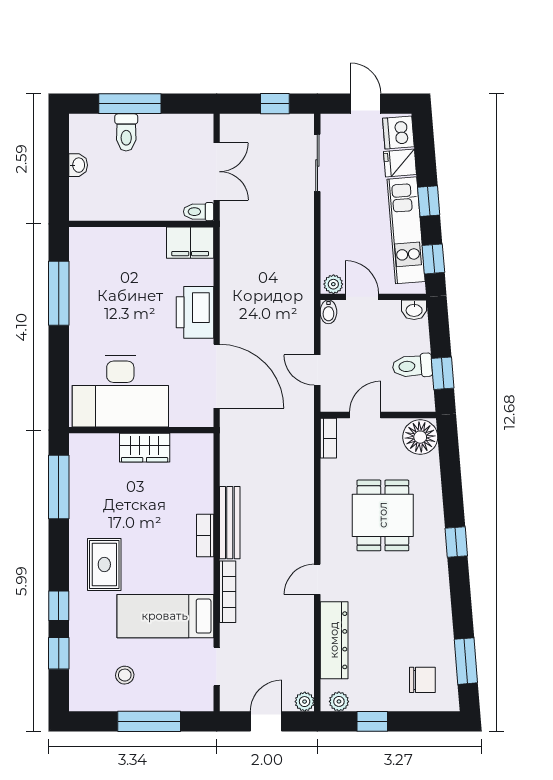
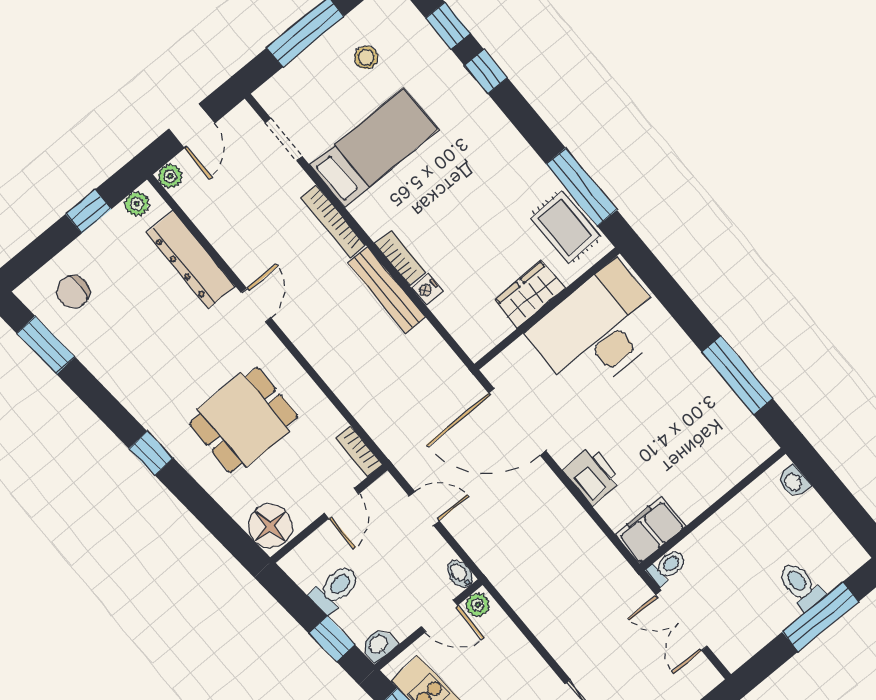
washbasin: (78, 165) -> (794, 482), moved
printer: (195, 312) -> (592, 476), width x0.73, depth x0.84
window: (443, 373) -> (332, 639), moved
nightstand: (205, 503) -> (427, 289), added
dining table: (383, 515) -> (244, 420), turned 90
rug: (104, 564) -> (565, 227), moved

